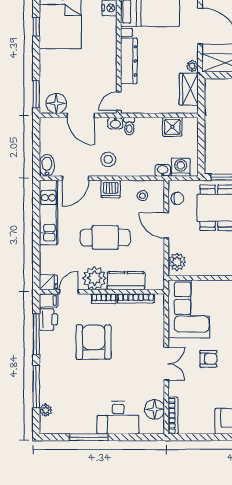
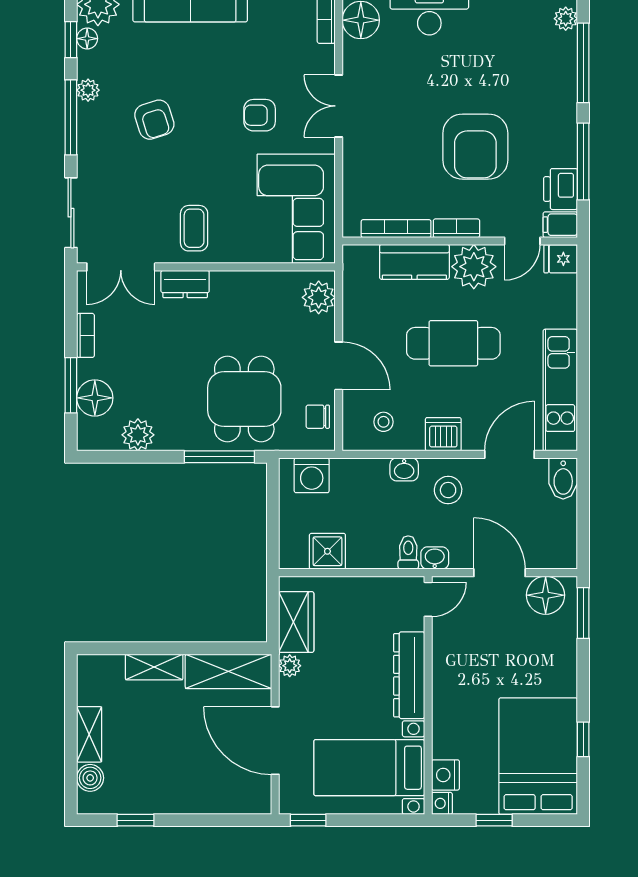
washbasin: (163, 170) -> (404, 469), moved

